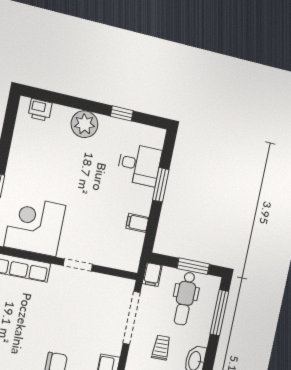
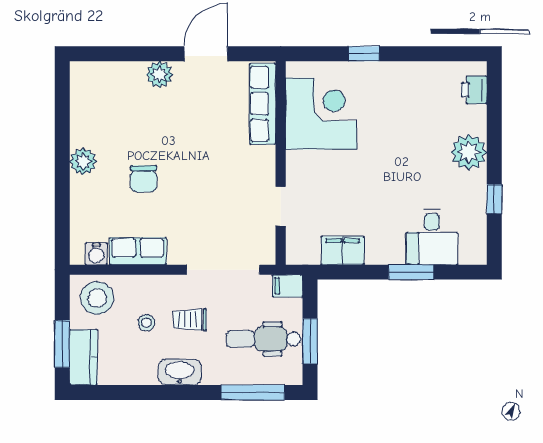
filing cabinet: (137, 223) -> (343, 251), width x2.00
doorway: (78, 265) -> (281, 206), moved
trolley: (161, 348) -> (190, 320), turned 180

